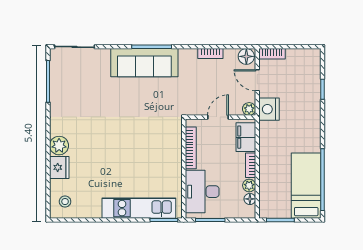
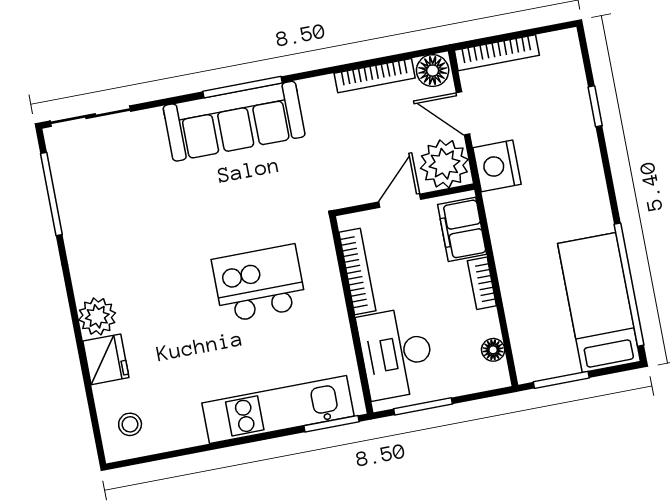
bookcase: (210, 53) -> (375, 76), width x1.56
bookcase: (272, 54) -> (497, 53), width x1.56
plant: (249, 109) -> (444, 164), width x1.88, depth x1.88
kitchen island: (141, 145) -> (259, 283), added
plant: (249, 185) -> (487, 324), removed

